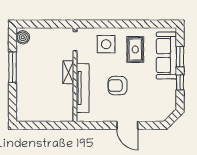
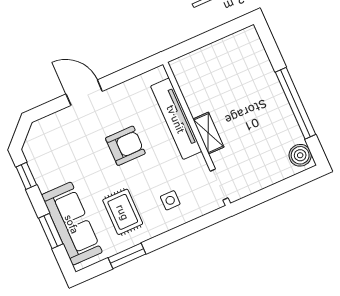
window: (144, 24) -> (127, 256), added
side table: (106, 44) -> (170, 200), width x0.54, depth x0.54
window: (13, 67) -> (296, 103), width x1.46
window: (180, 82) -> (26, 176), moved

